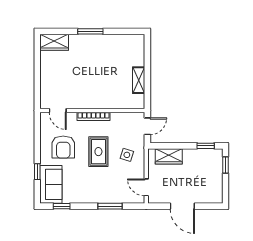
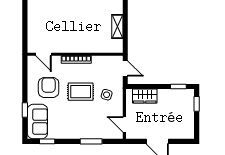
door: (147, 126) -> (125, 69), hinge flipped
armchair: (63, 147) -> (49, 87), turned 180
rug: (98, 152) -> (81, 92), turned 90

